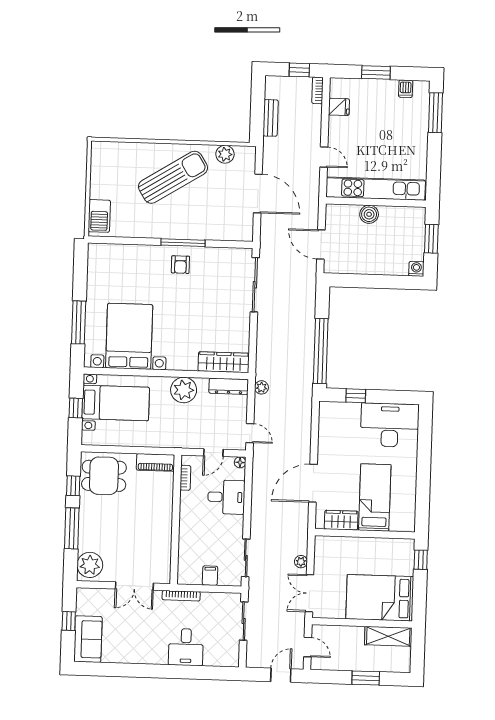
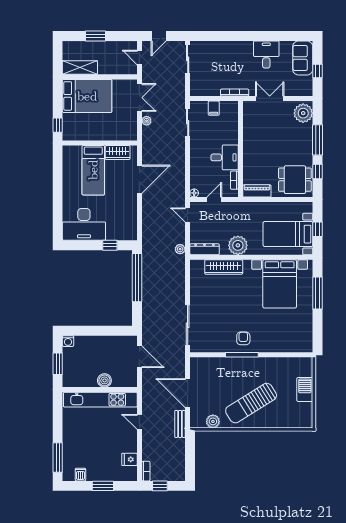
bench: (271, 118) -> (180, 424), moved
barbecue: (99, 216) -> (305, 389), moved
wardrobe: (224, 362) -> (224, 267), moved
desk: (226, 497) -> (225, 157), moved, turned 180
sliding door: (244, 621) -> (188, 59), moved
desk: (186, 647) -> (266, 54), moved

